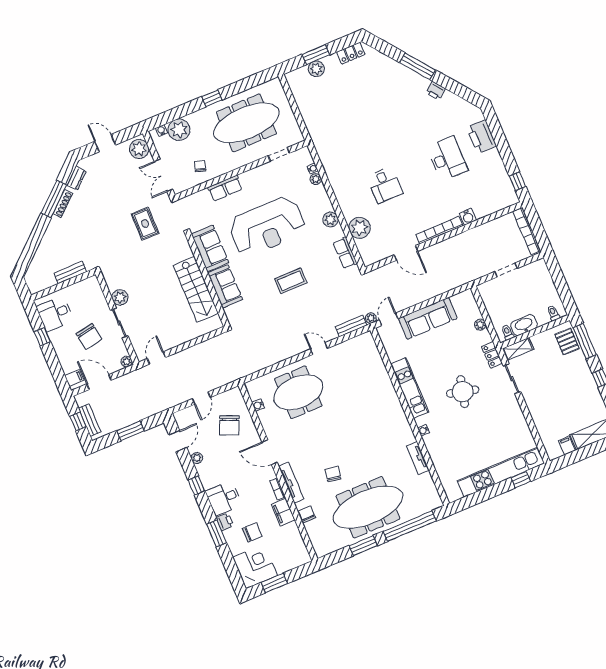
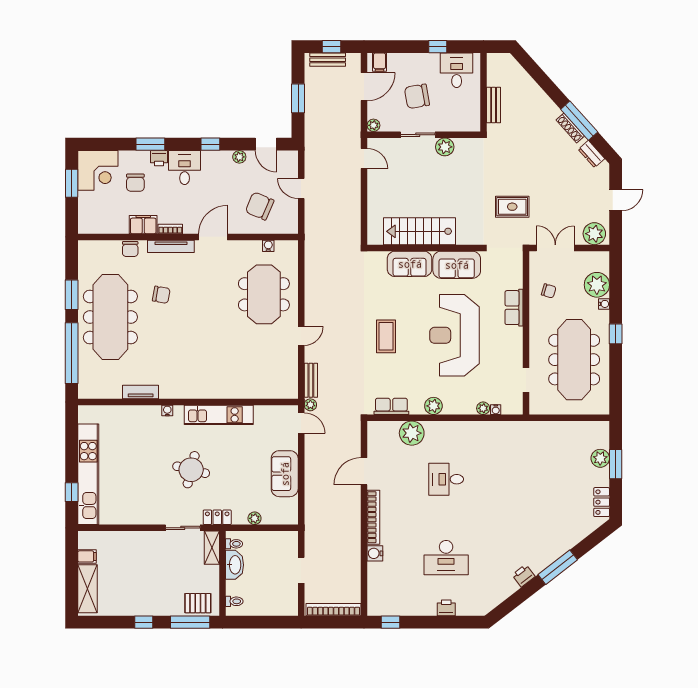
water cooler: (161, 130) -> (604, 304), moved
printer: (482, 137) -> (446, 608), width x0.53, depth x0.68
sofa: (428, 318) -> (285, 474), width x0.73
chair: (307, 514) -> (130, 249), turned 90

